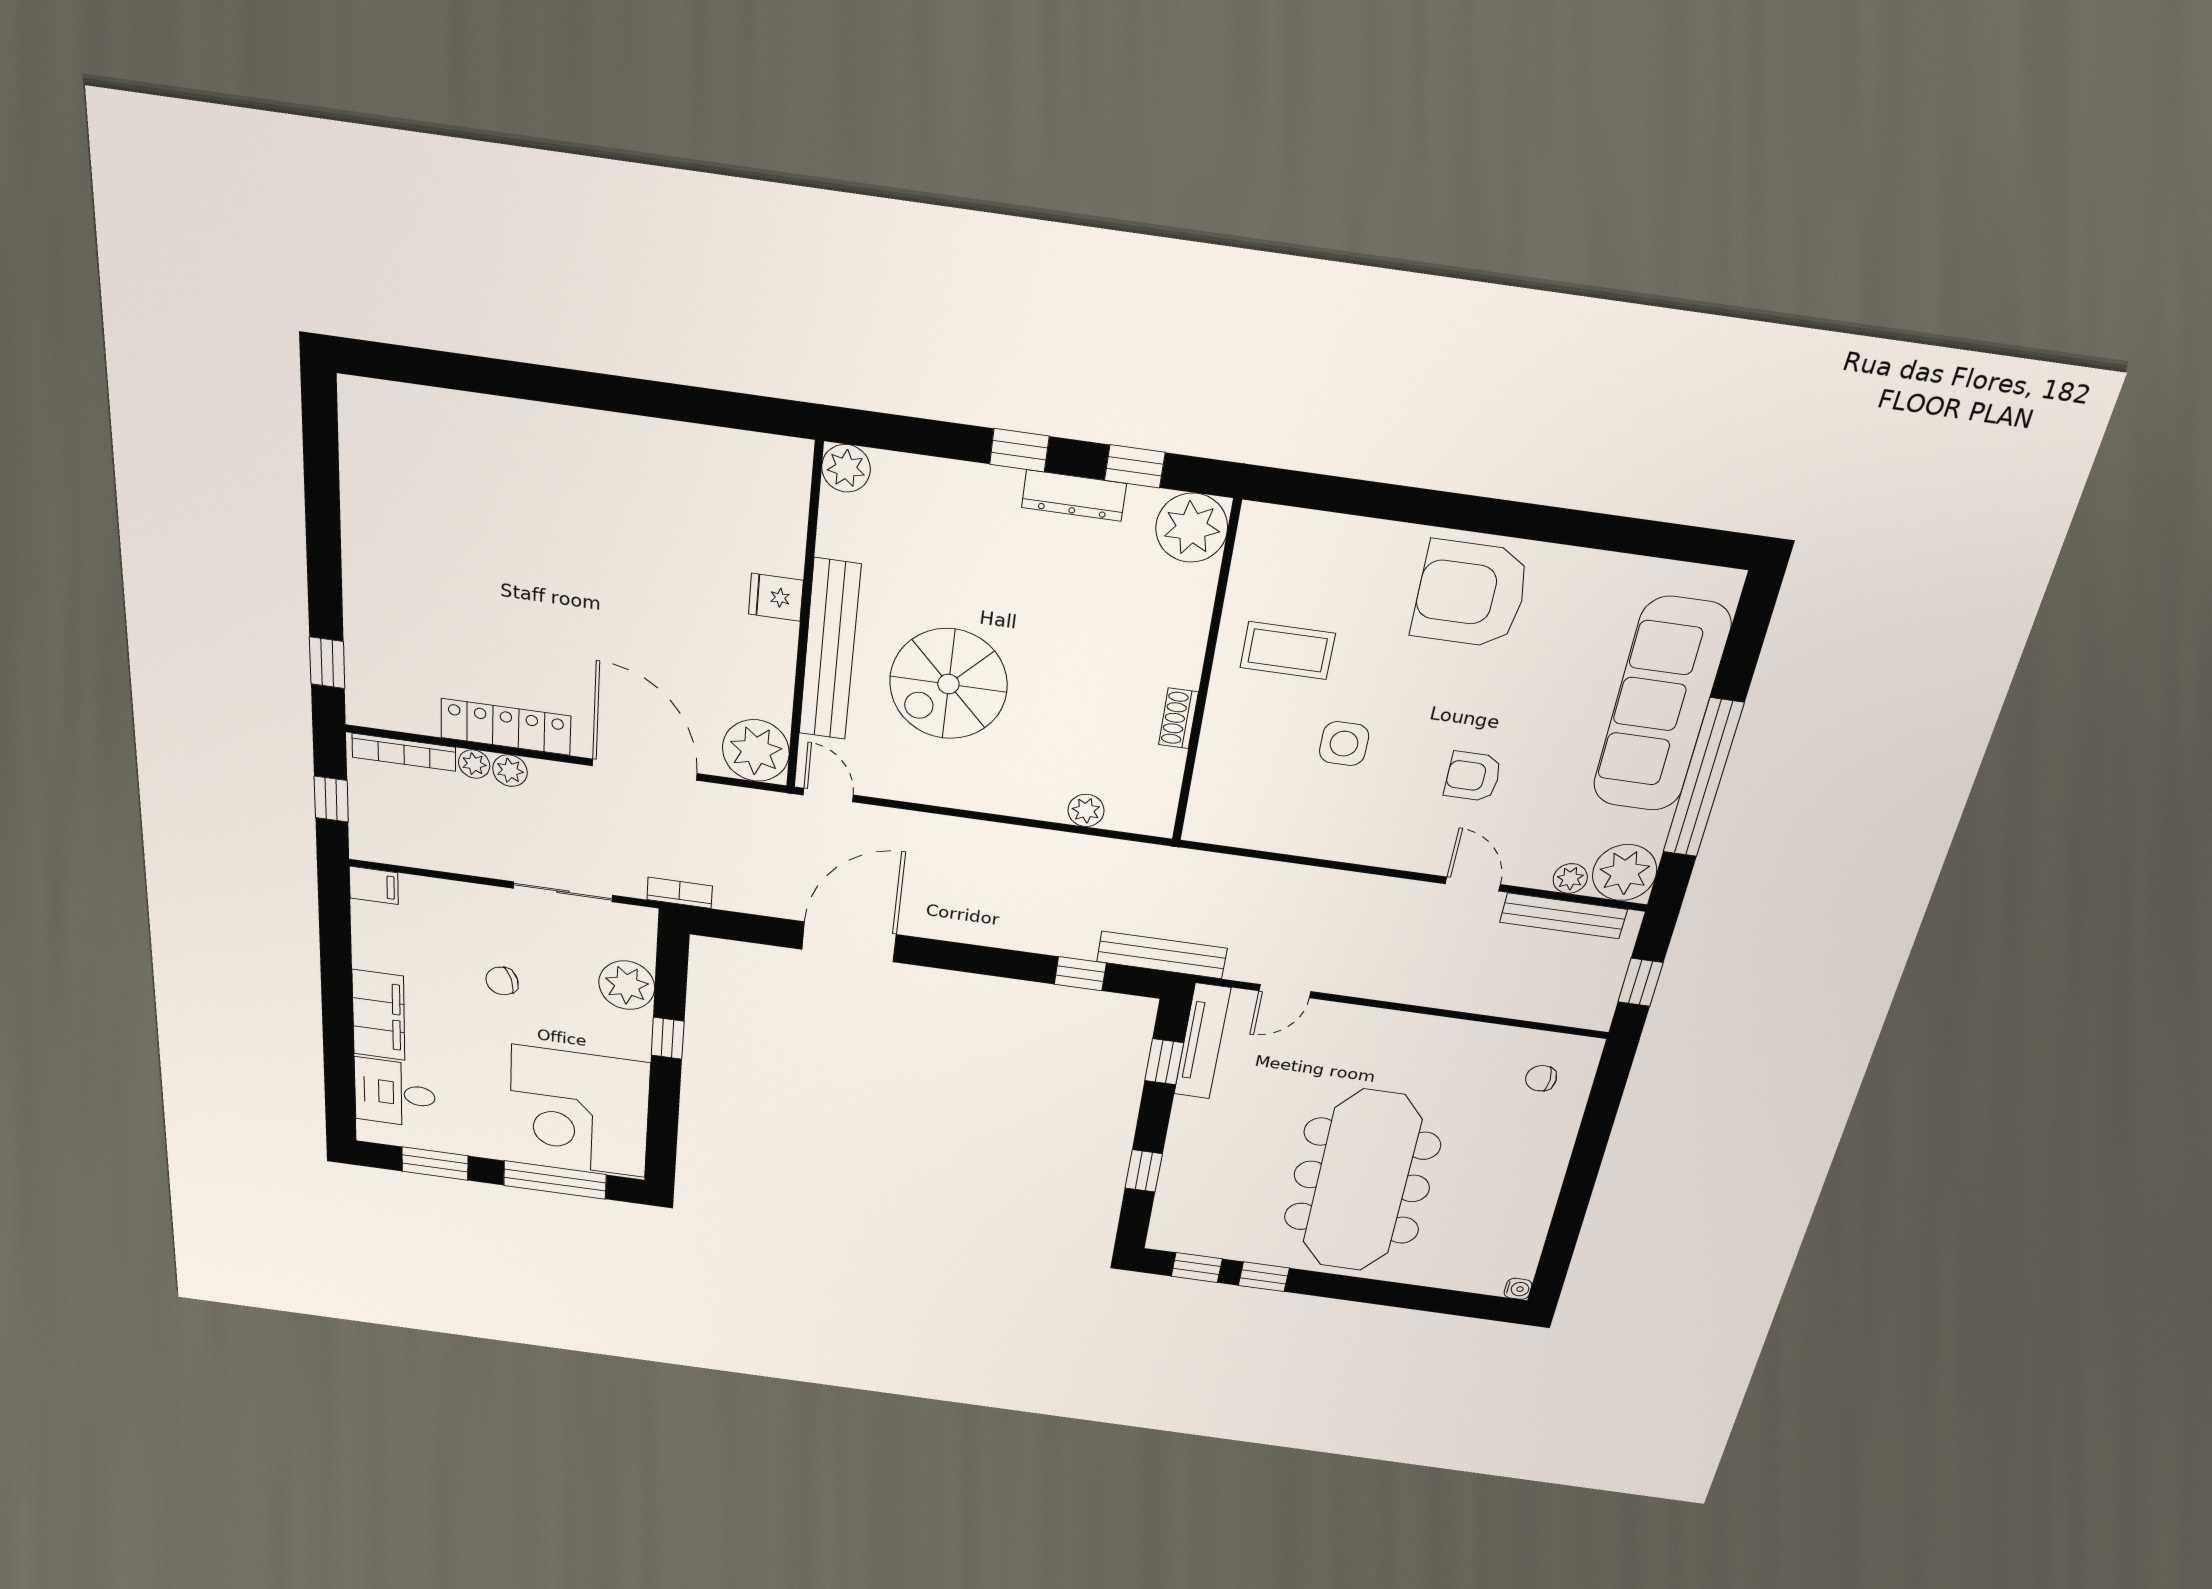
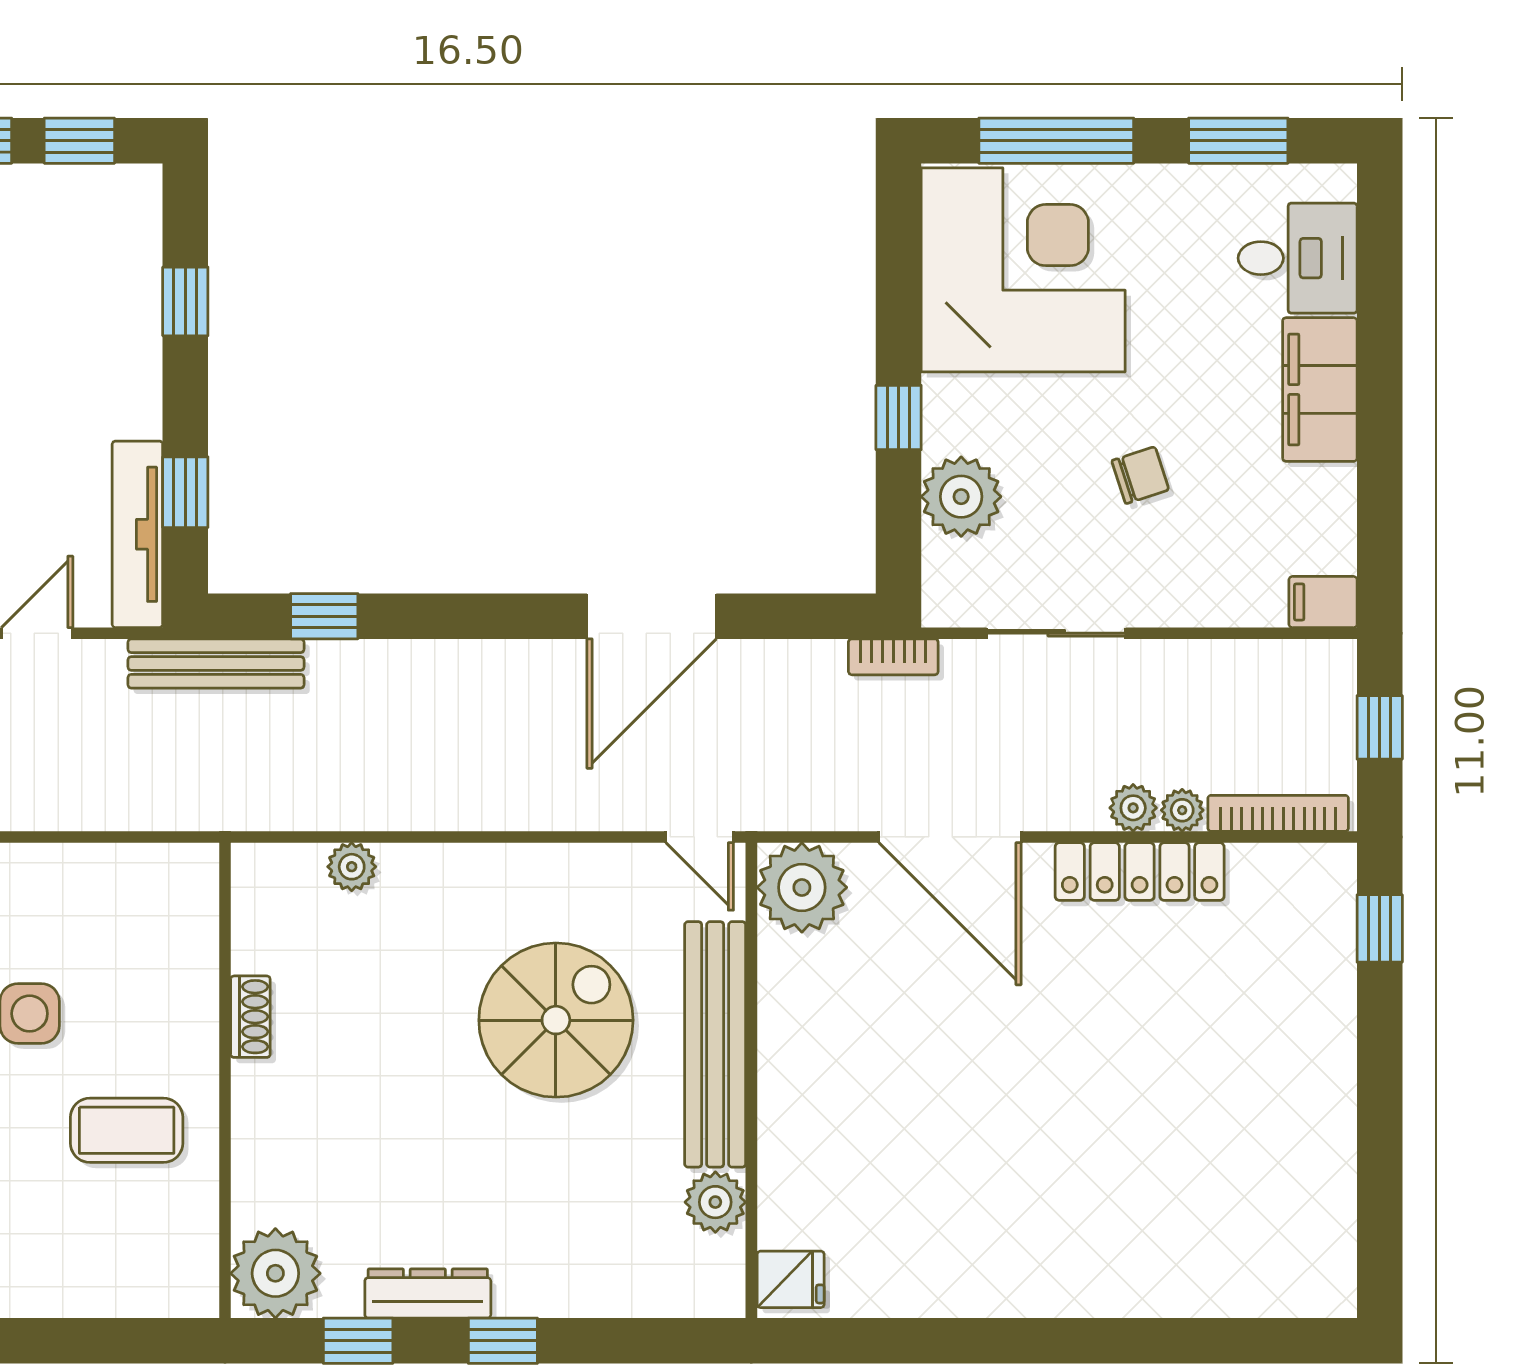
plant: (846, 468) -> (715, 1202), moved
fridge: (776, 597) -> (791, 1279), moved

